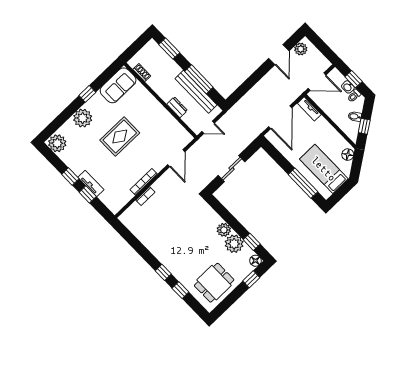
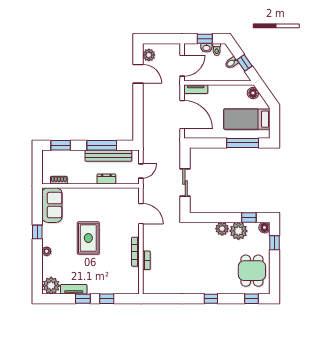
plant: (83, 118) -> (47, 251), width x0.53, depth x0.53
tv unit: (91, 183) -> (74, 289), moved
window: (180, 290) -> (251, 299), moved

